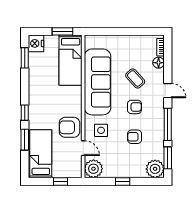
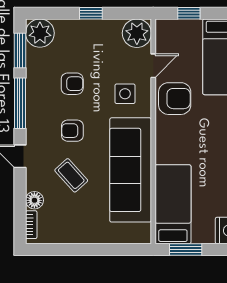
door: (83, 148) -> (153, 66), swing flipped

